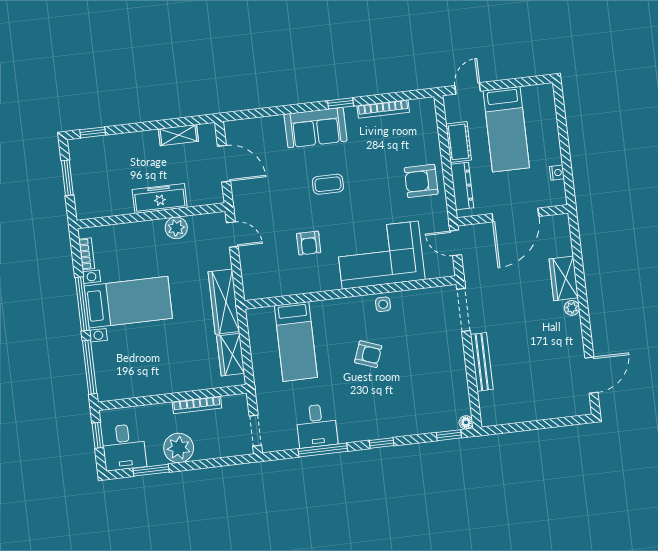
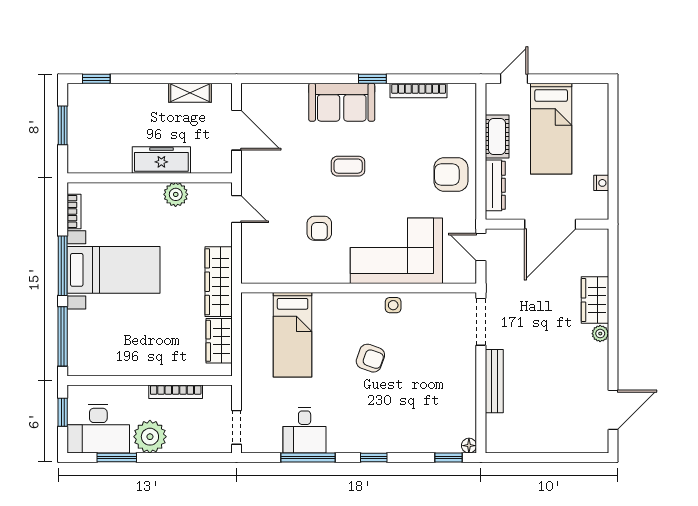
desk: (124, 447) -> (98, 429), width x1.37

